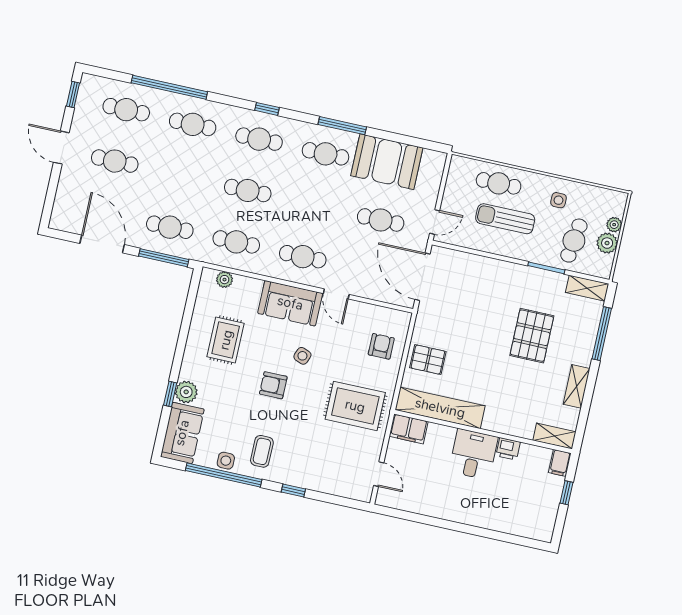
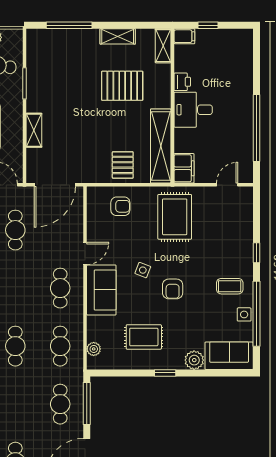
shelving: (587, 288) -> (34, 130), moved
pallet: (532, 336) -> (122, 86), moved
armchair: (381, 346) -> (120, 206), turned 180
window: (170, 394) -> (165, 373), moved
window: (436, 522) -> (256, 128), added

